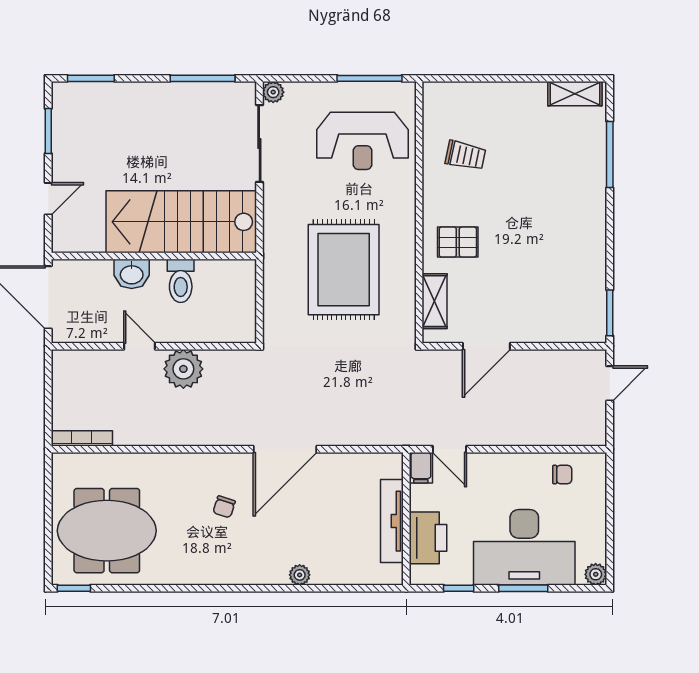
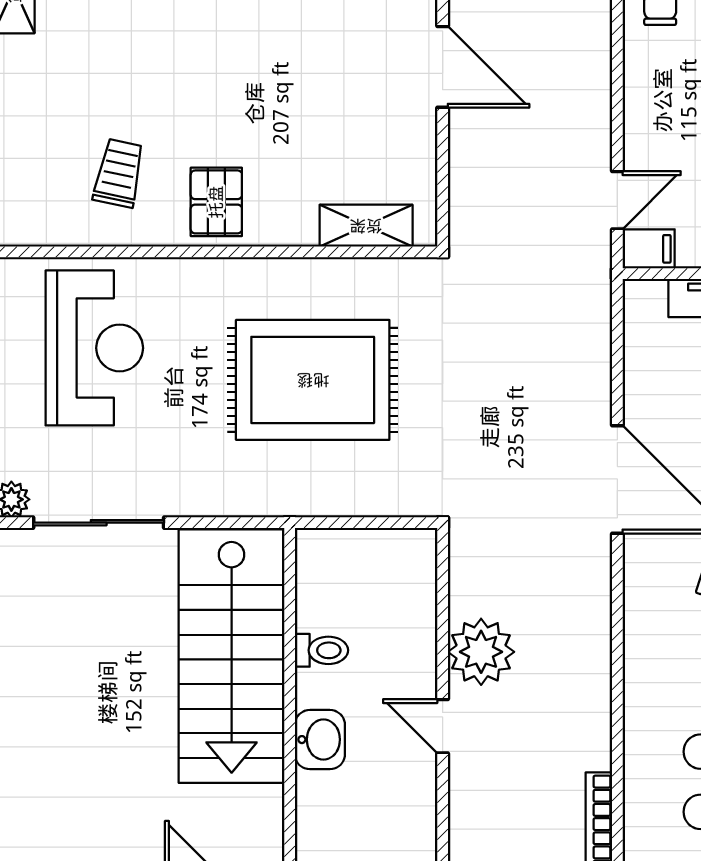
pallet: (458, 242) -> (216, 202), moved
toilet: (181, 281) -> (321, 650), width x0.73, depth x0.72
door: (139, 346) -> (443, 726), hinge flipped
door: (486, 346) -> (443, 67), moved

